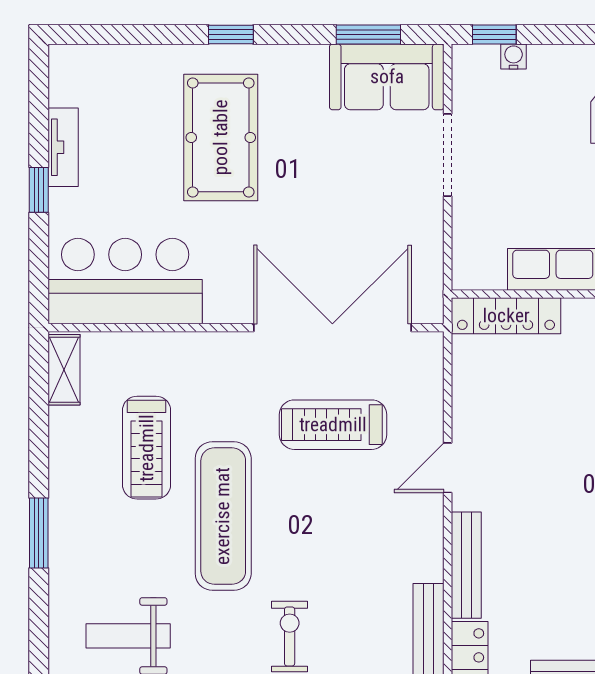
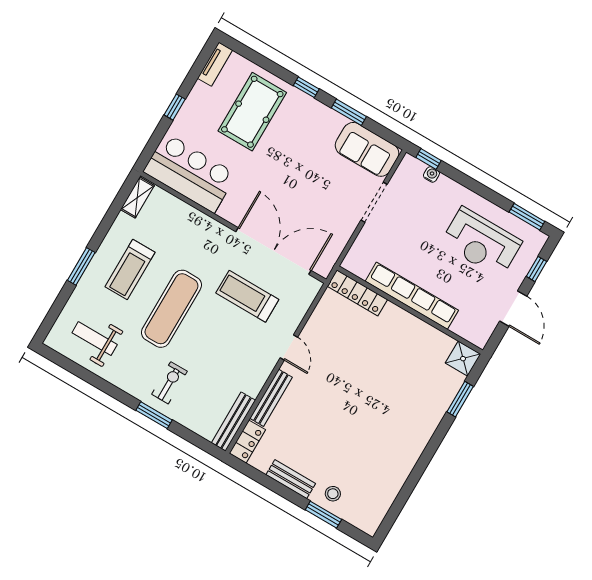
window: (368, 34) -> (349, 112), moved
pool table: (221, 137) -> (252, 112), moved
tv unit: (63, 147) -> (215, 64), moved
treadmill: (147, 448) -> (130, 269), moved
door: (448, 468) -> (289, 347), swing flipped

